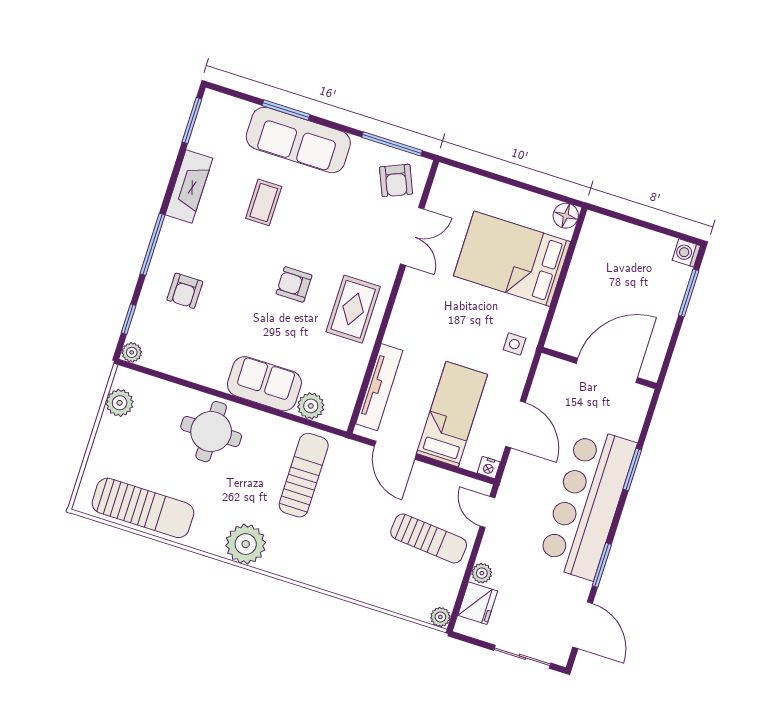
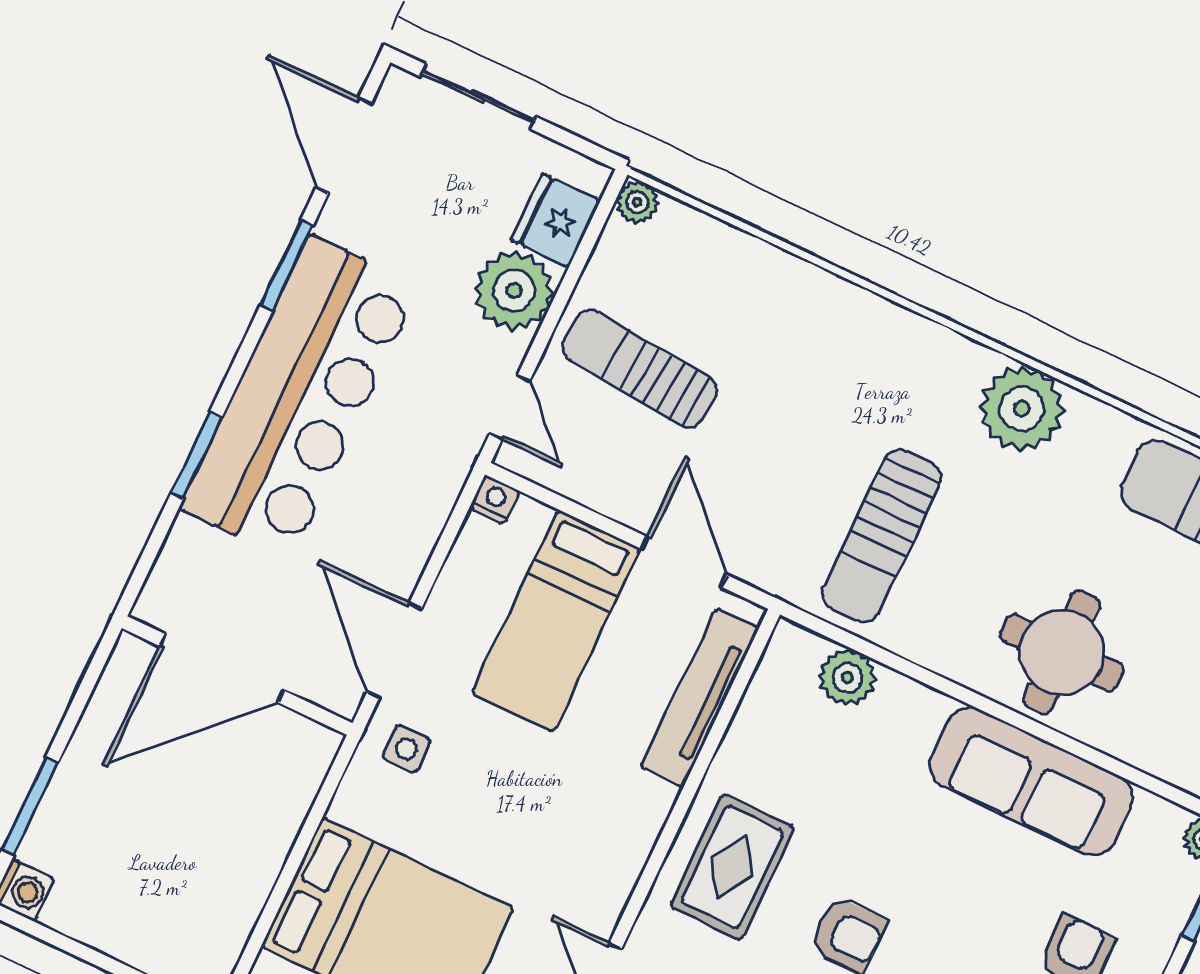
sofa: (264, 384) -> (1031, 781), moved, width x1.36
door: (515, 424) -> (394, 650), moved
plant: (482, 573) -> (514, 291), width x1.88, depth x1.88

